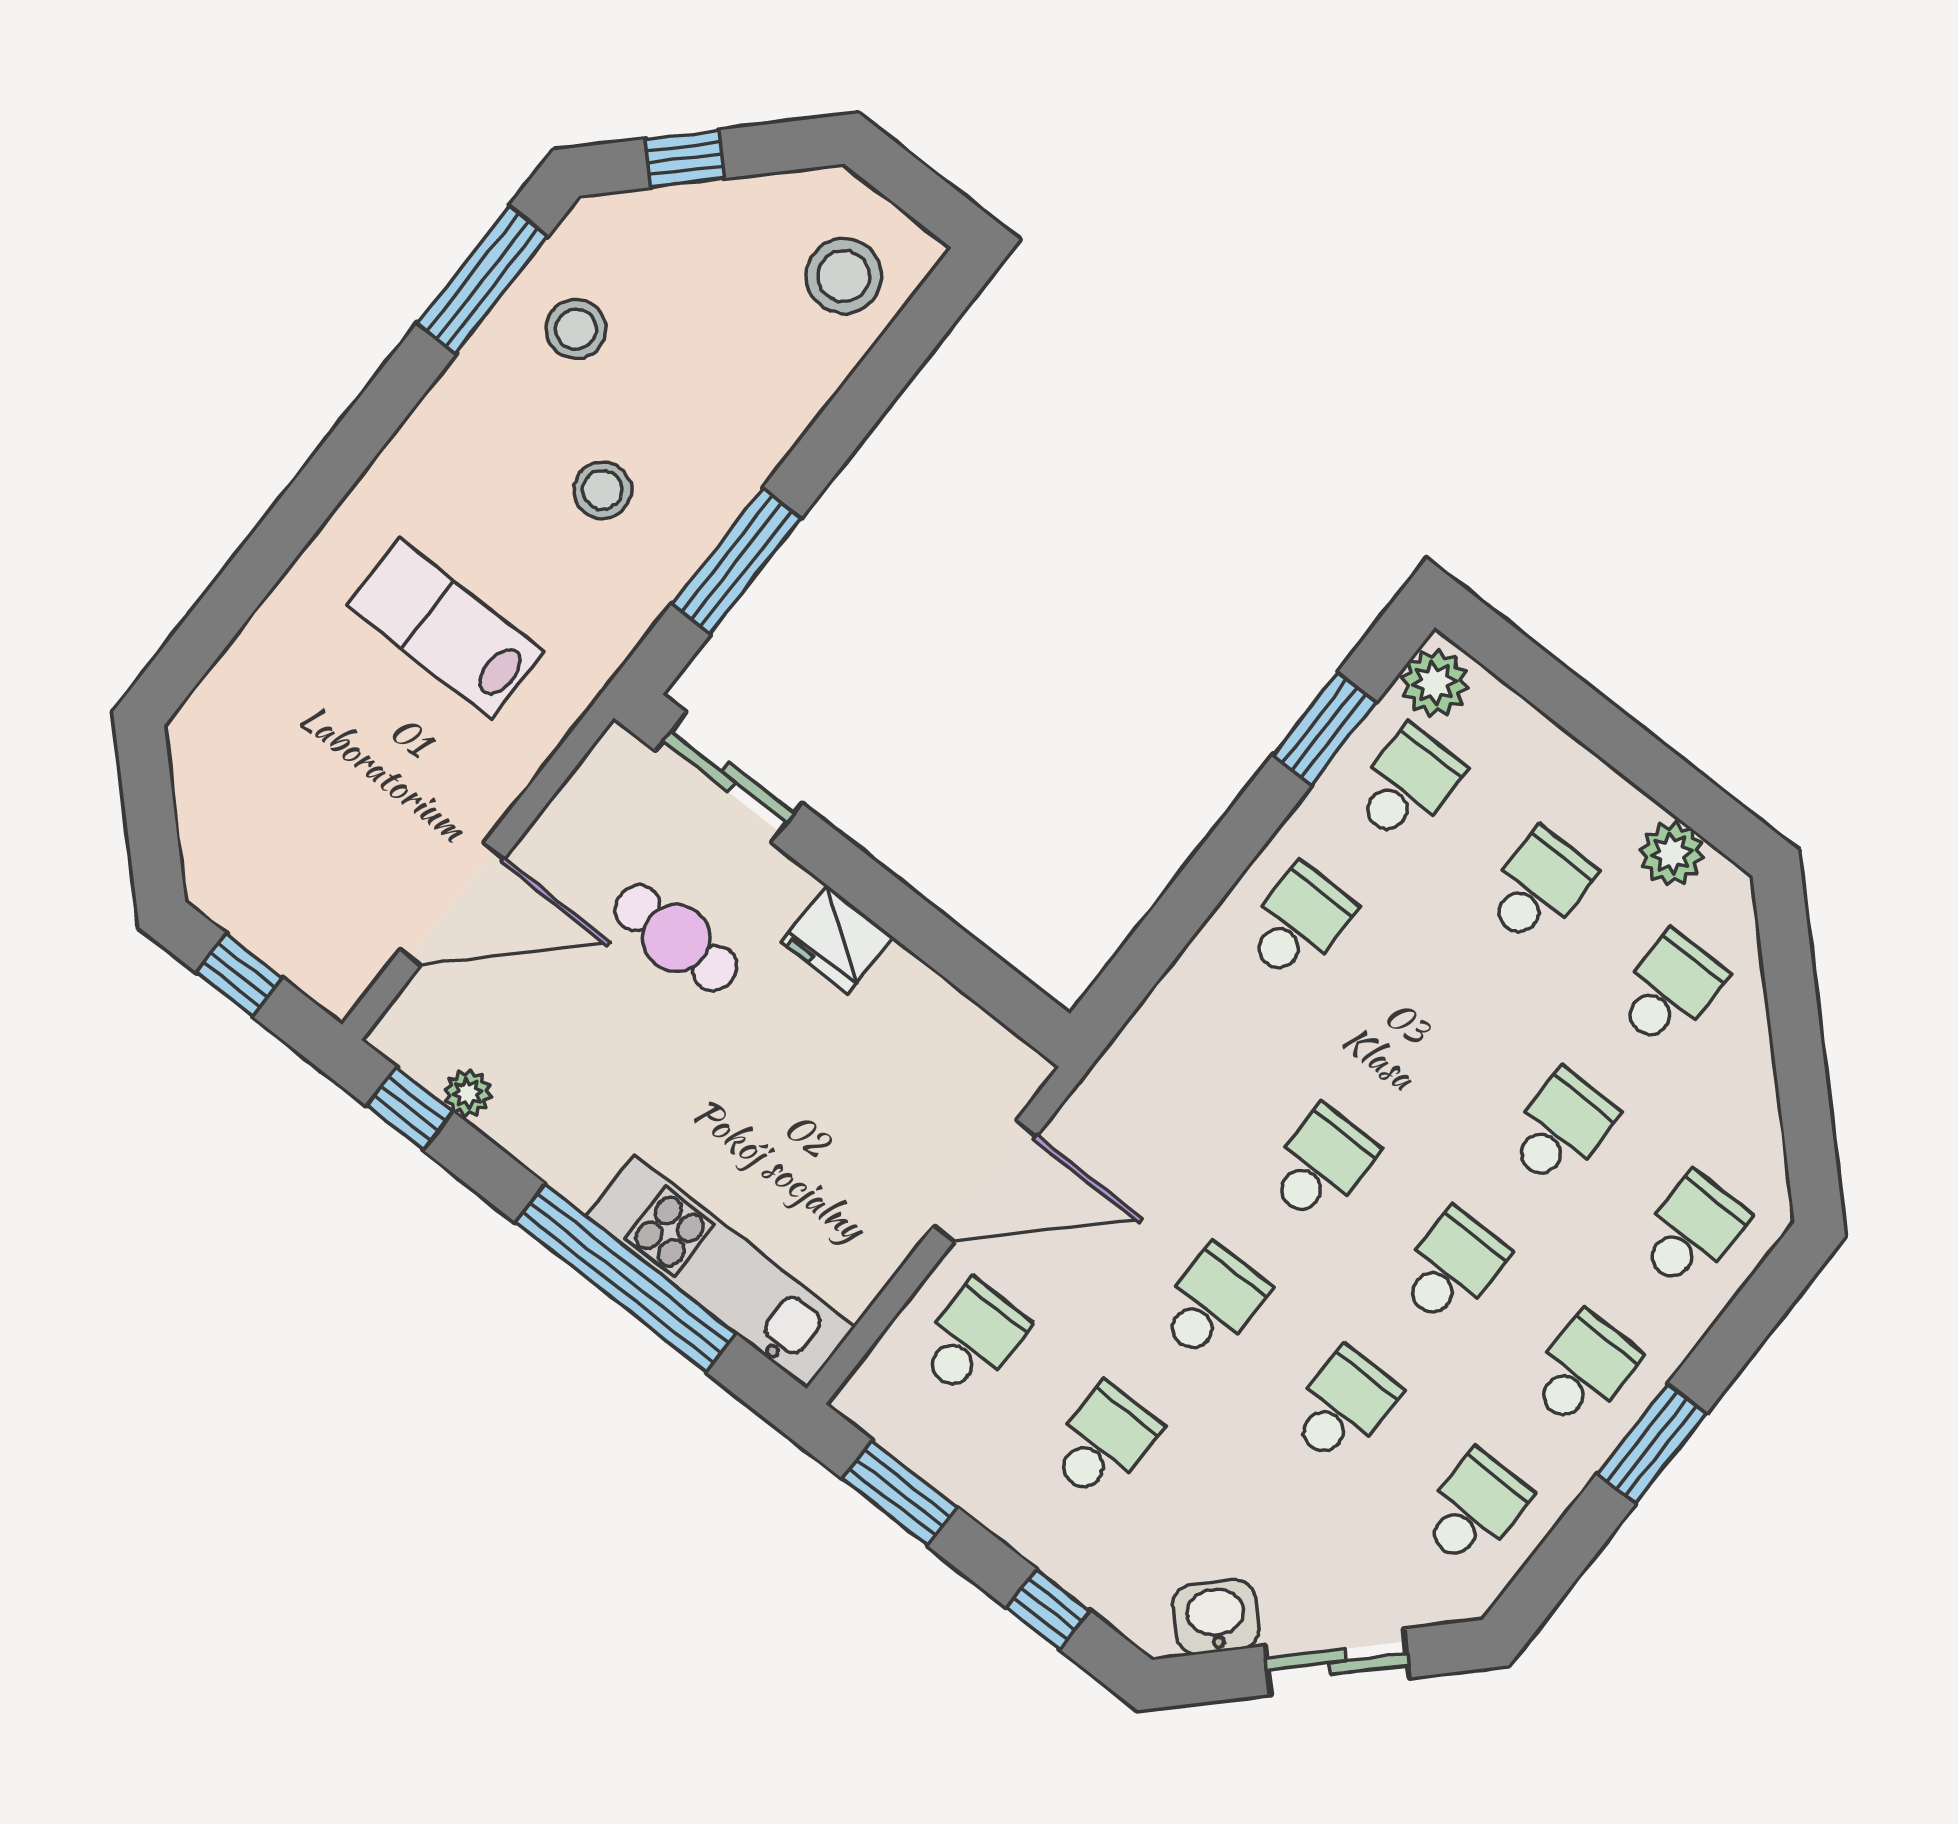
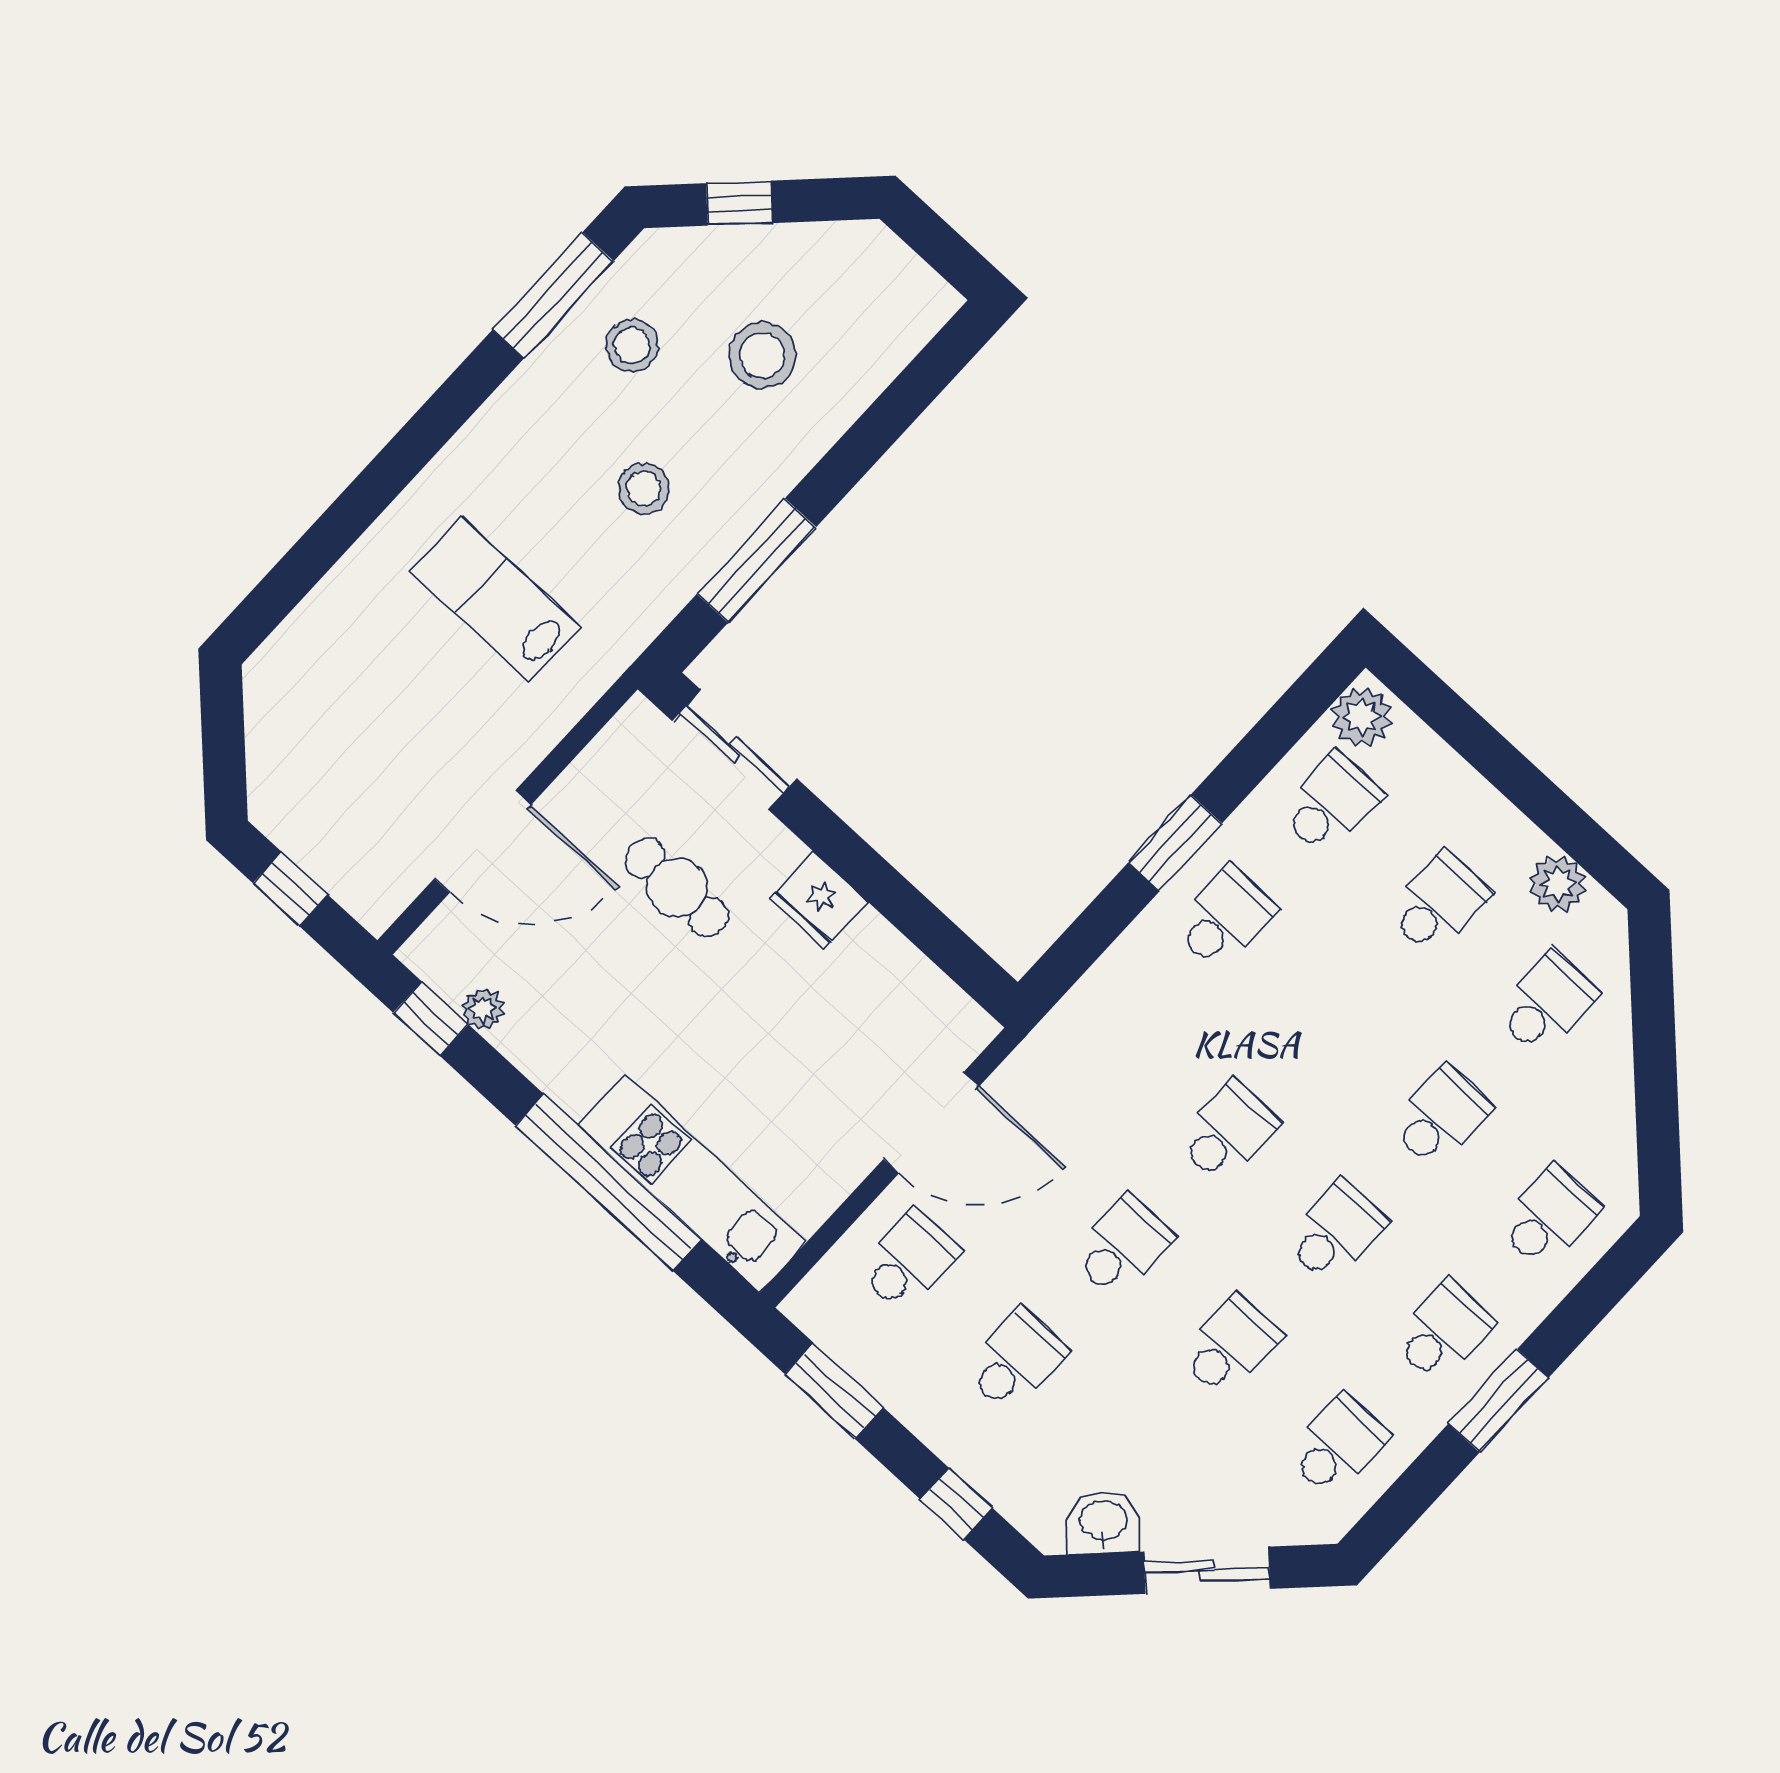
stool: (844, 276) -> (763, 355), moved
window: (1325, 728) -> (1175, 843), moved

